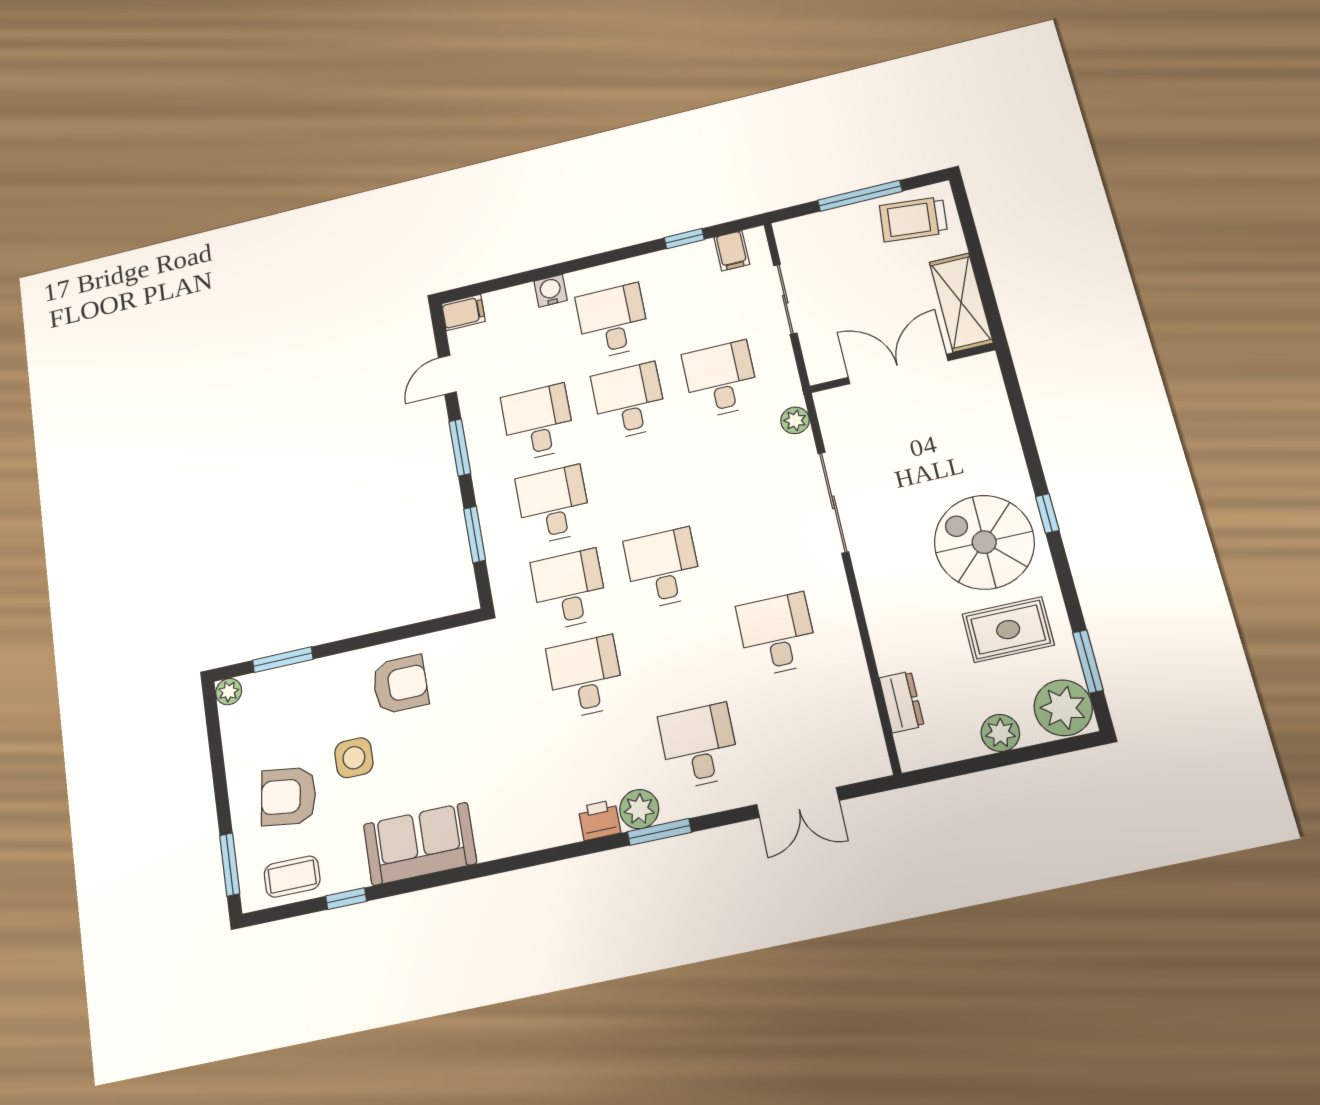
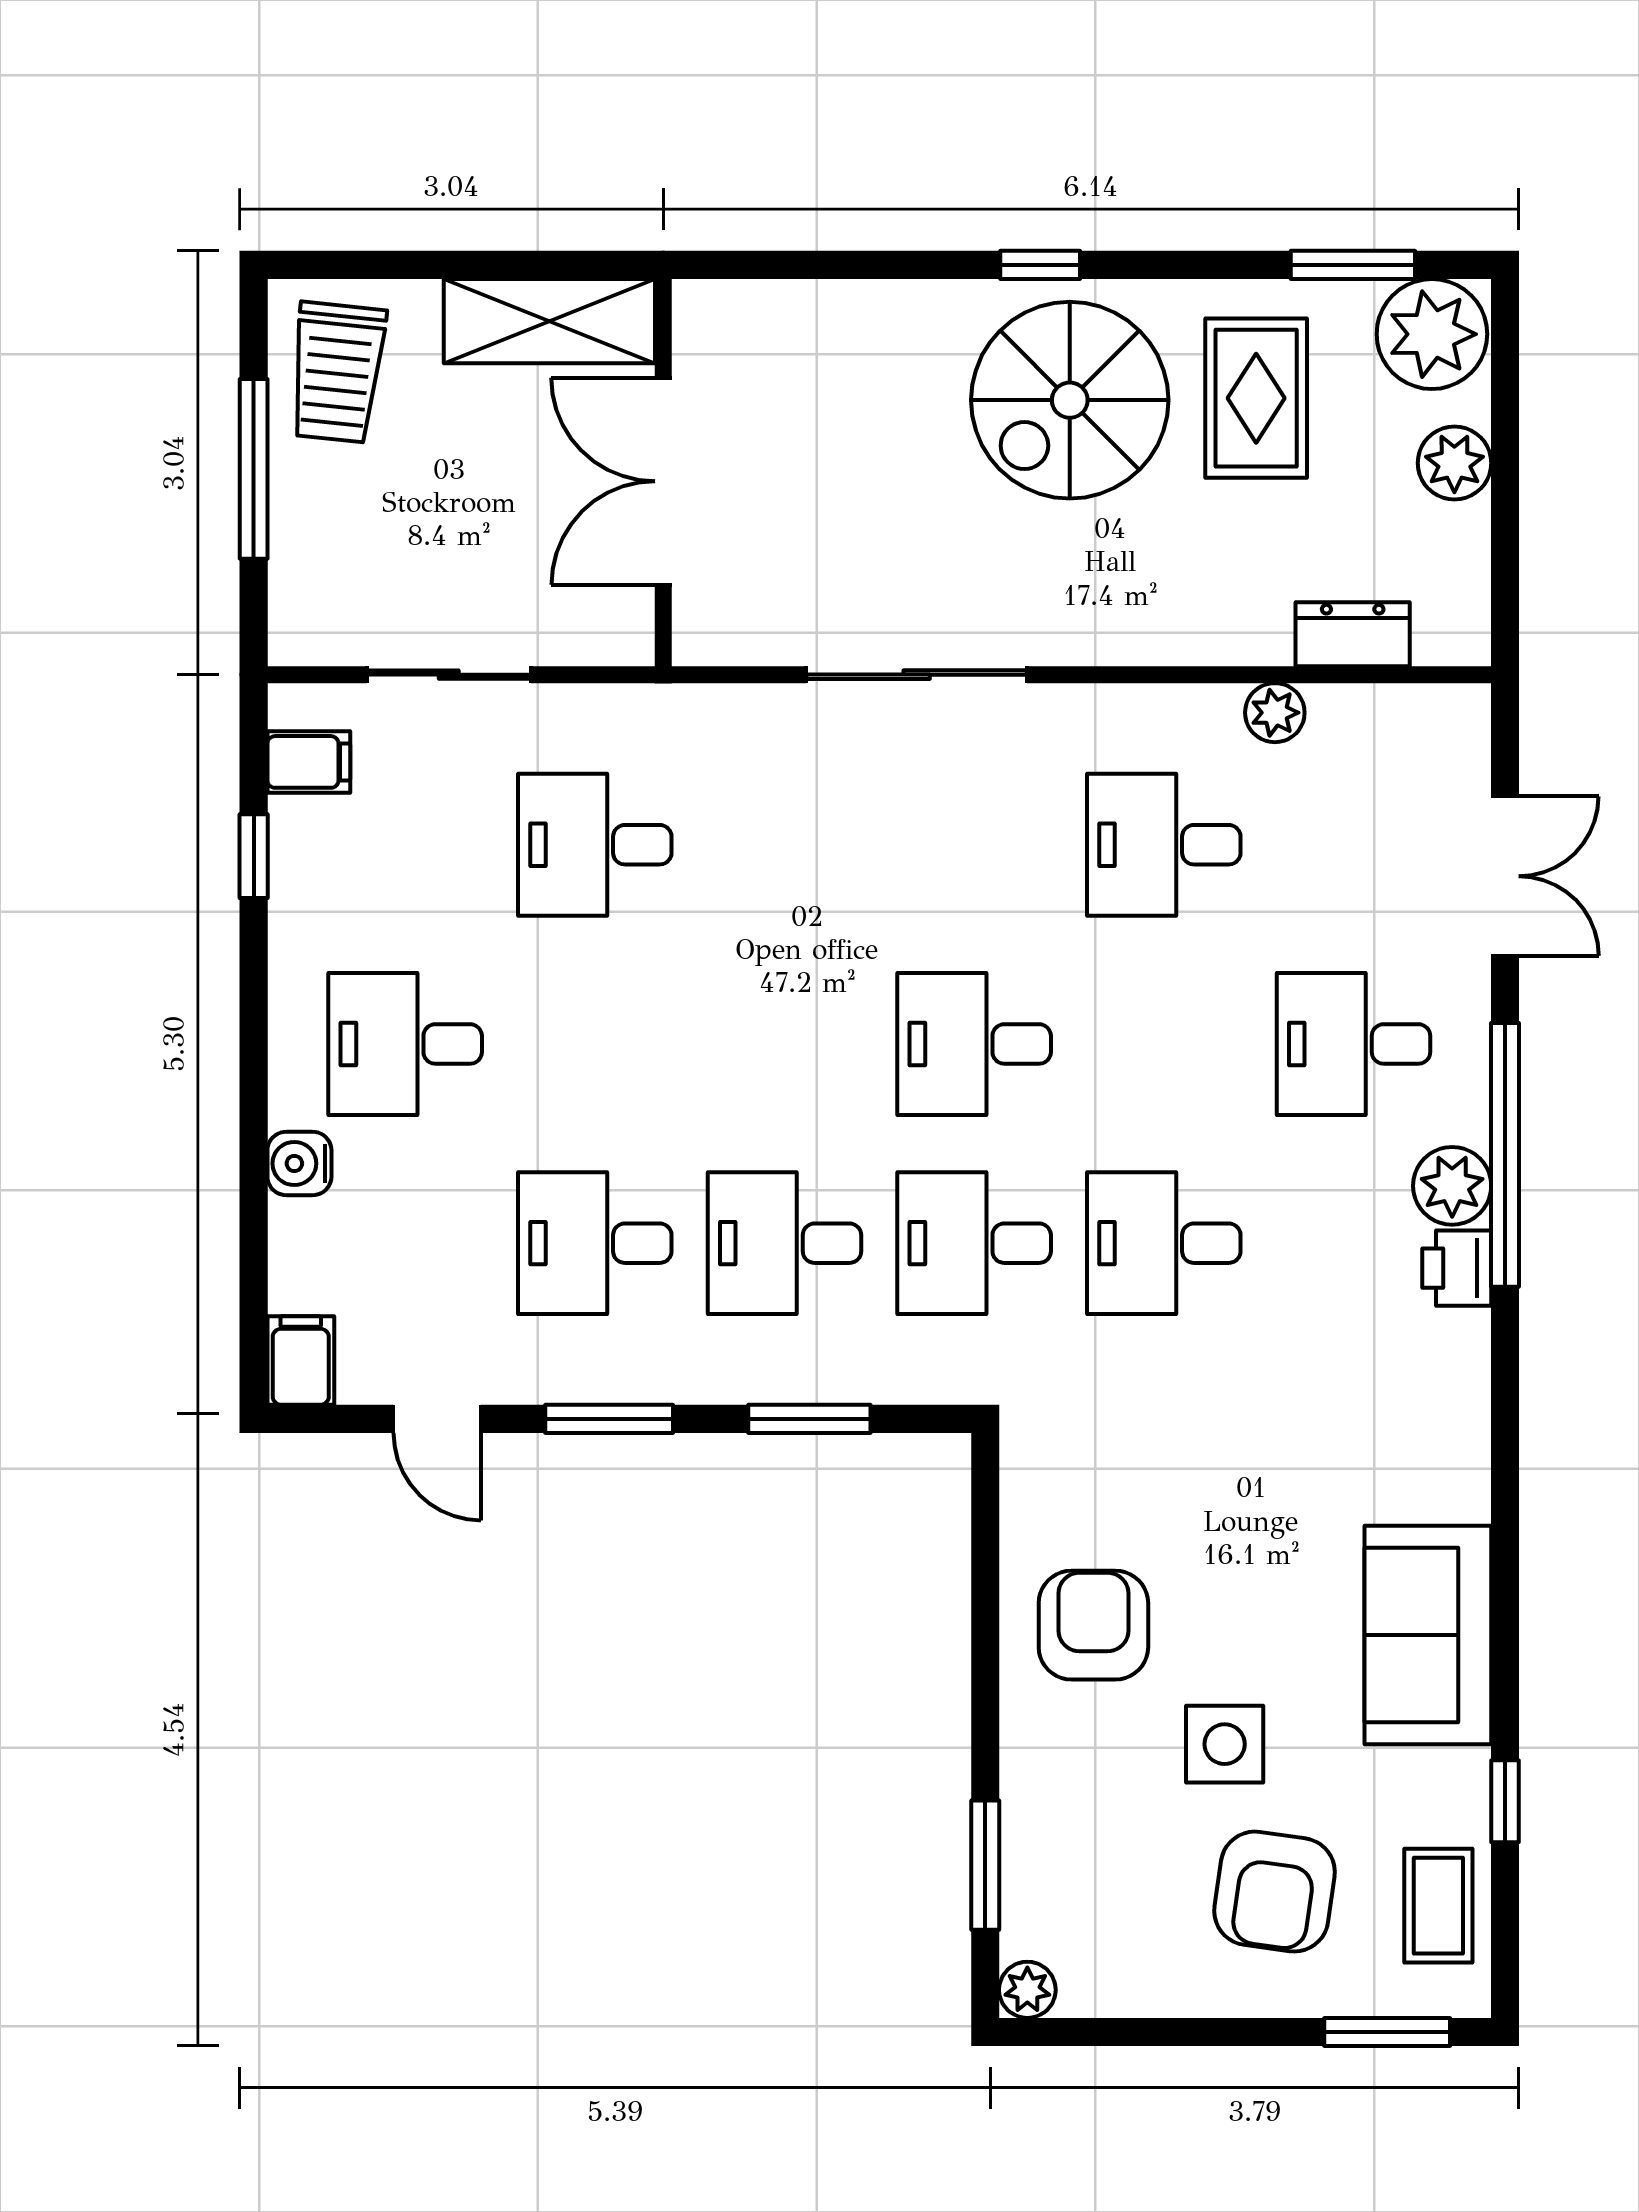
desk: (629, 401) -> (595, 1044), removed
plant: (795, 420) -> (1275, 713), moved
window: (659, 832) -> (1505, 1155), width x2.11

